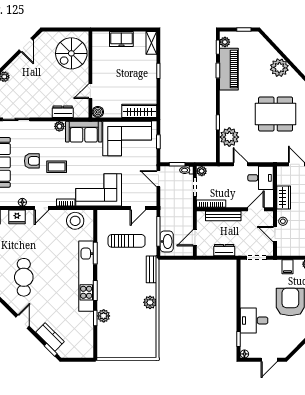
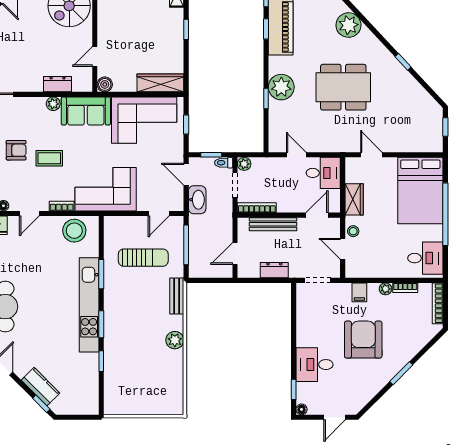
plant: (229, 137) -> (281, 87), moved
washbasin: (167, 241) -> (197, 200), moved
plant: (104, 316) -> (112, 358), removed

